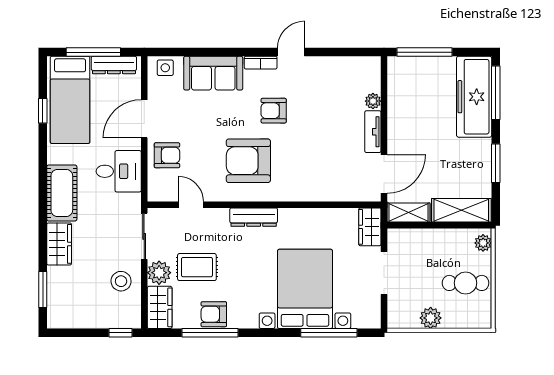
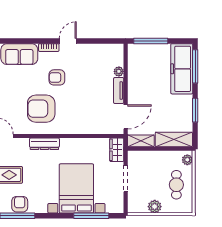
cafe table: (466, 283) -> (176, 185), turned 90
armchair: (214, 314) -> (20, 204), turned 90

